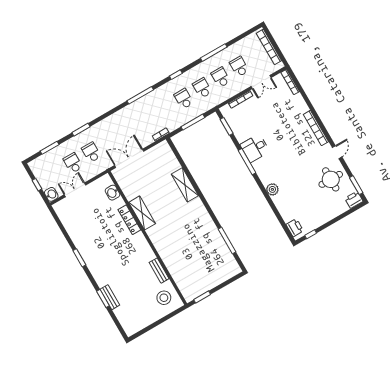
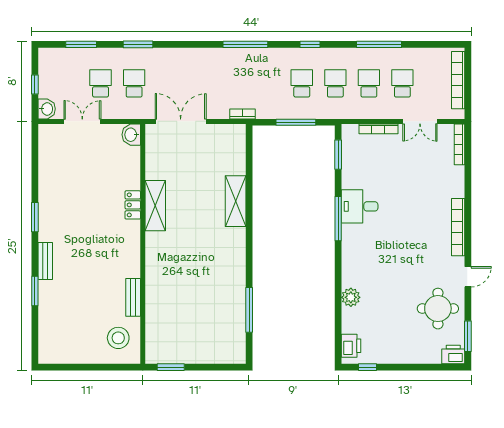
plant: (272, 189) -> (351, 297), moved
washbasin: (113, 193) -> (131, 135), moved
locker: (129, 220) -> (133, 205), width x0.66
bench: (110, 297) -> (45, 261), moved

